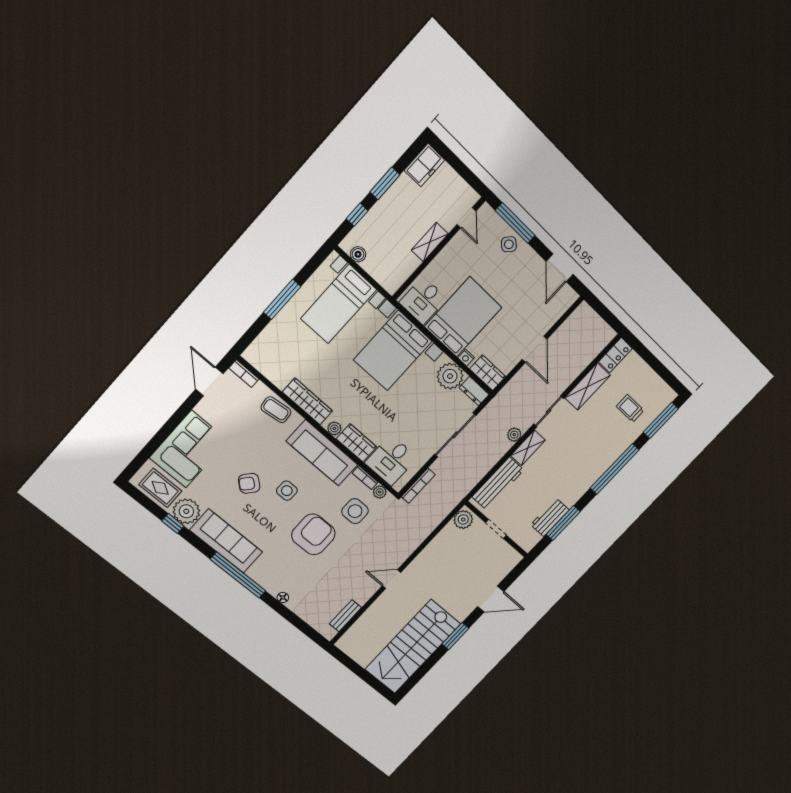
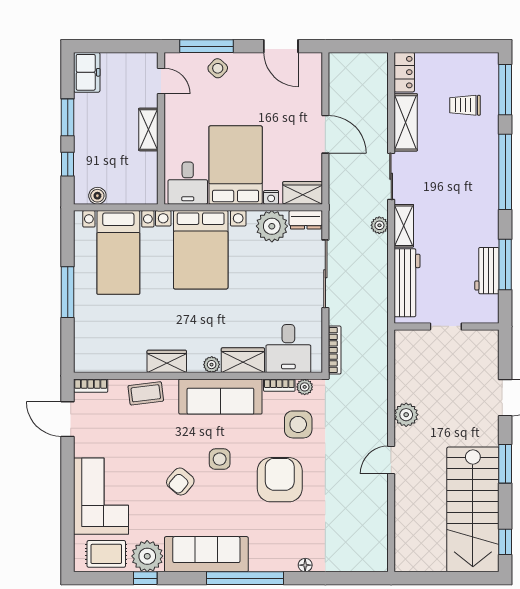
wardrobe: (308, 401) -> (167, 361), width x0.67
plant: (463, 520) -> (406, 415), moved
bench: (345, 616) -> (380, 533), removed
window: (414, 680) -> (505, 542), added

